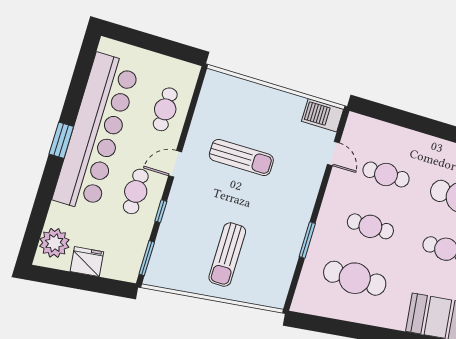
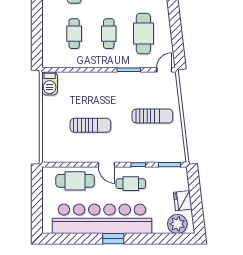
cafe table: (165, 109) -> (75, 181), width x1.37, depth x1.35
door: (333, 154) -> (164, 70), moved
sun lounger: (241, 157) -> (90, 125), turned 90

